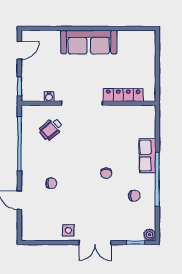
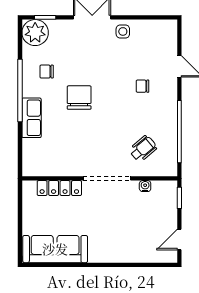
sofa: (89, 42) -> (55, 249), moved
chair: (106, 173) -> (79, 98), width x1.87, depth x1.87
plant: (150, 235) -> (35, 33), width x1.88, depth x1.88

